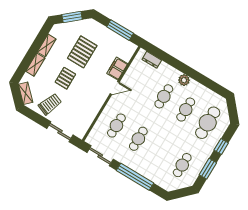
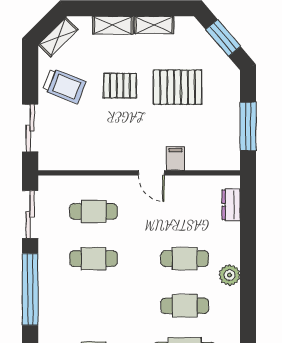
filing cabinet: (117, 69) -> (175, 159), width x0.50

